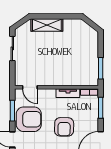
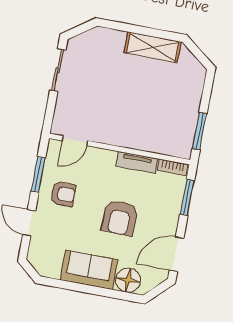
shelving: (47, 25) -> (153, 47), moved
door: (30, 87) -> (75, 141), hinge flipped
armchair: (29, 119) -> (63, 194), width x0.53, depth x0.53

